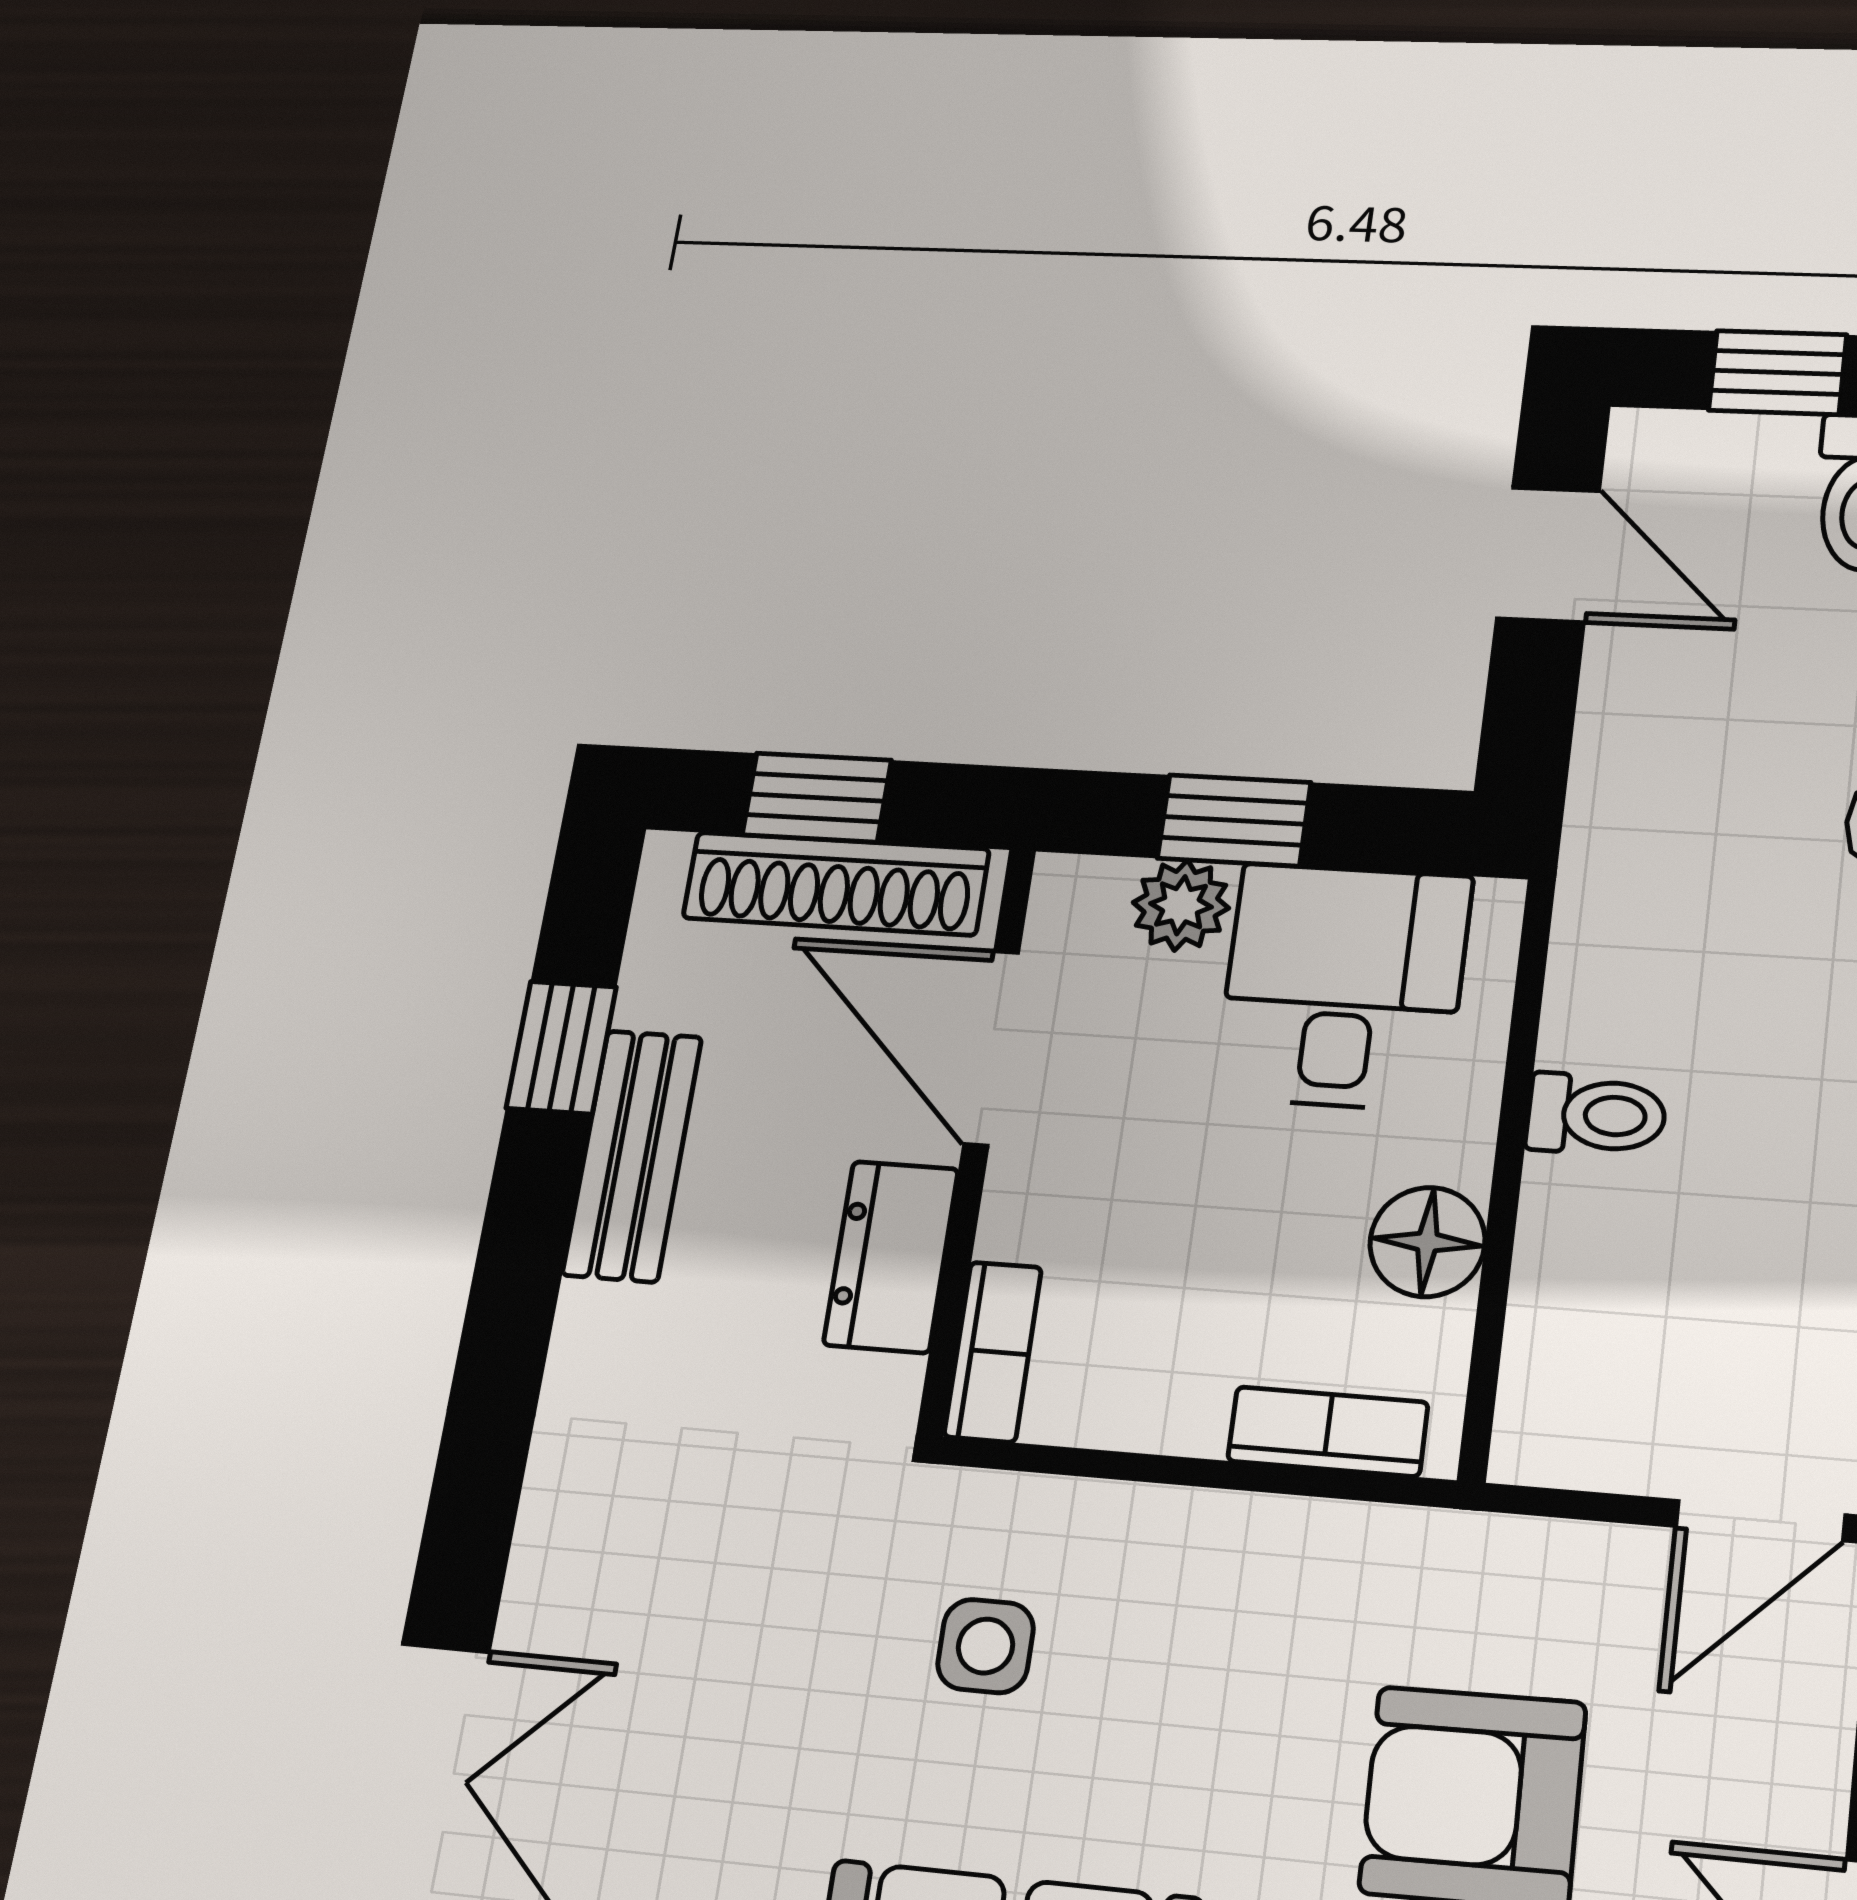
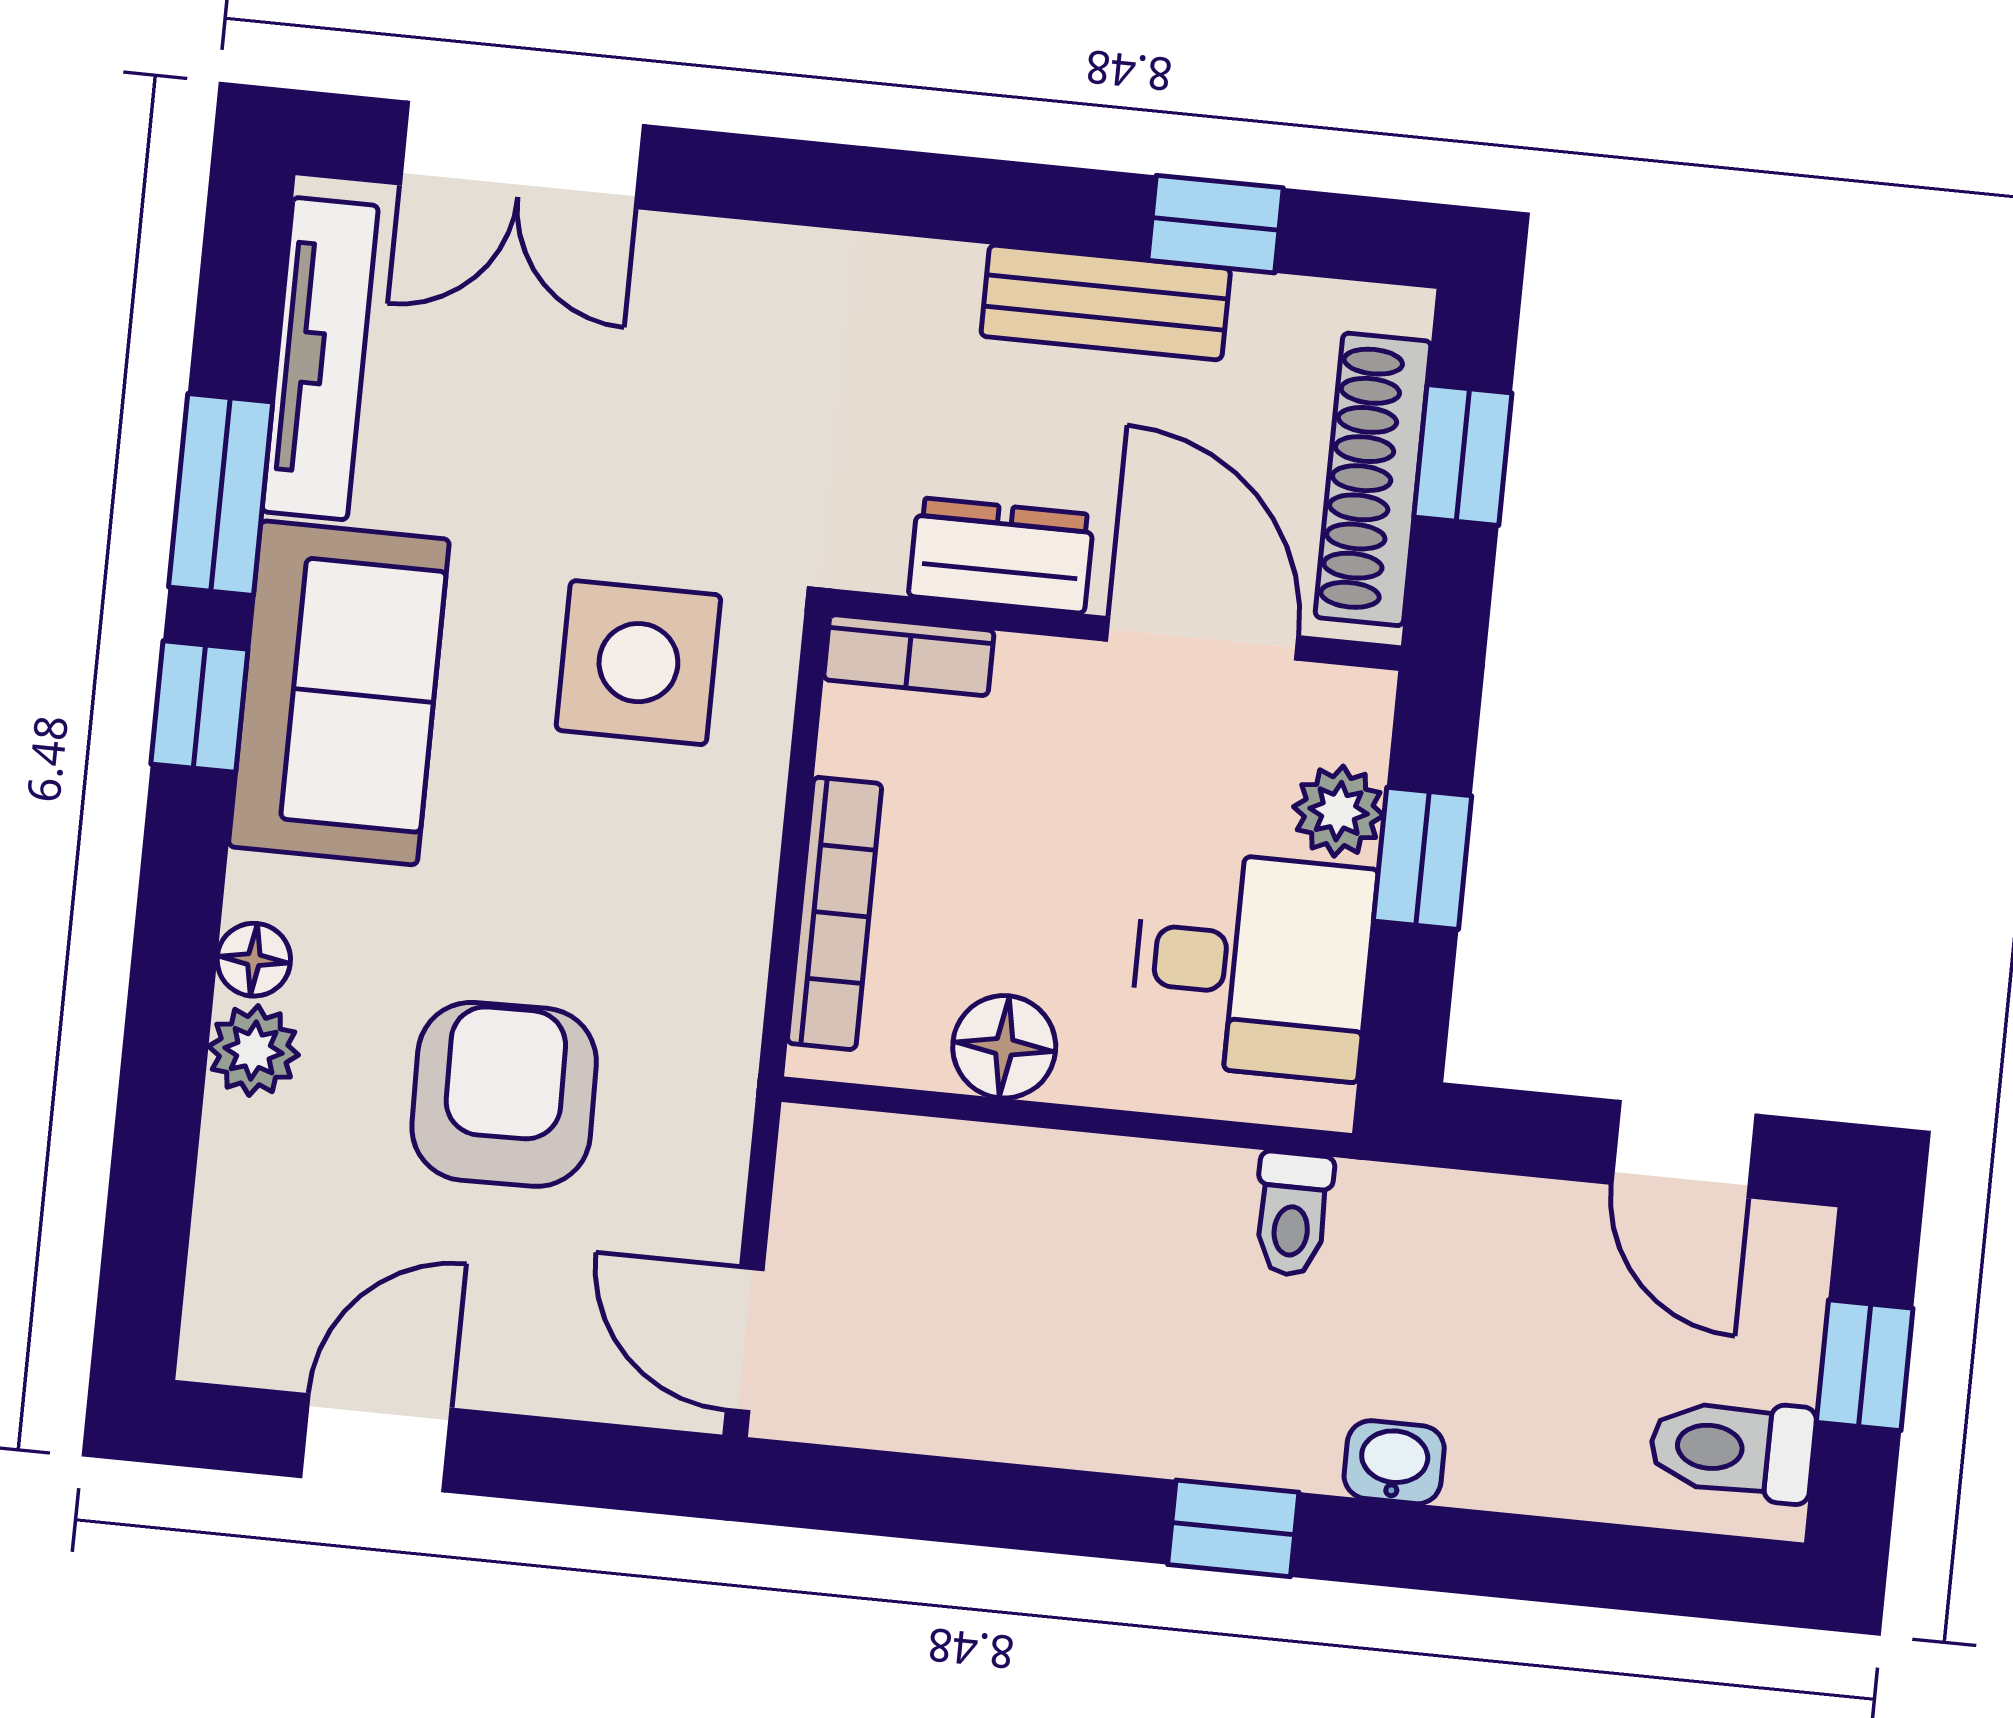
door: (1548, 554) -> (1684, 1149), hinge flipped
door: (991, 1048) -> (1202, 638), hinge flipped
toilet: (1596, 1115) -> (1292, 1214), moved
bookcase: (1328, 1432) -> (835, 913), width x1.56
side table: (985, 1646) -> (638, 663), width x1.87, depth x1.87

